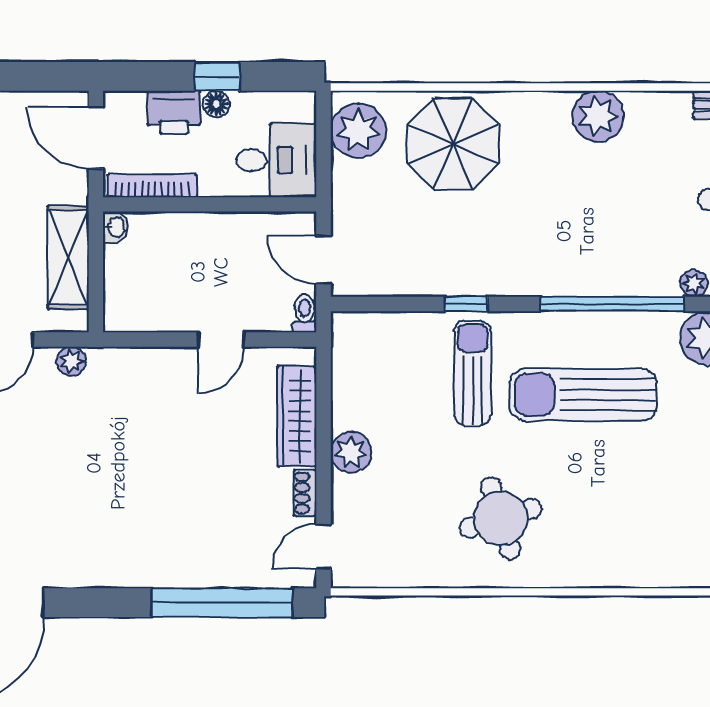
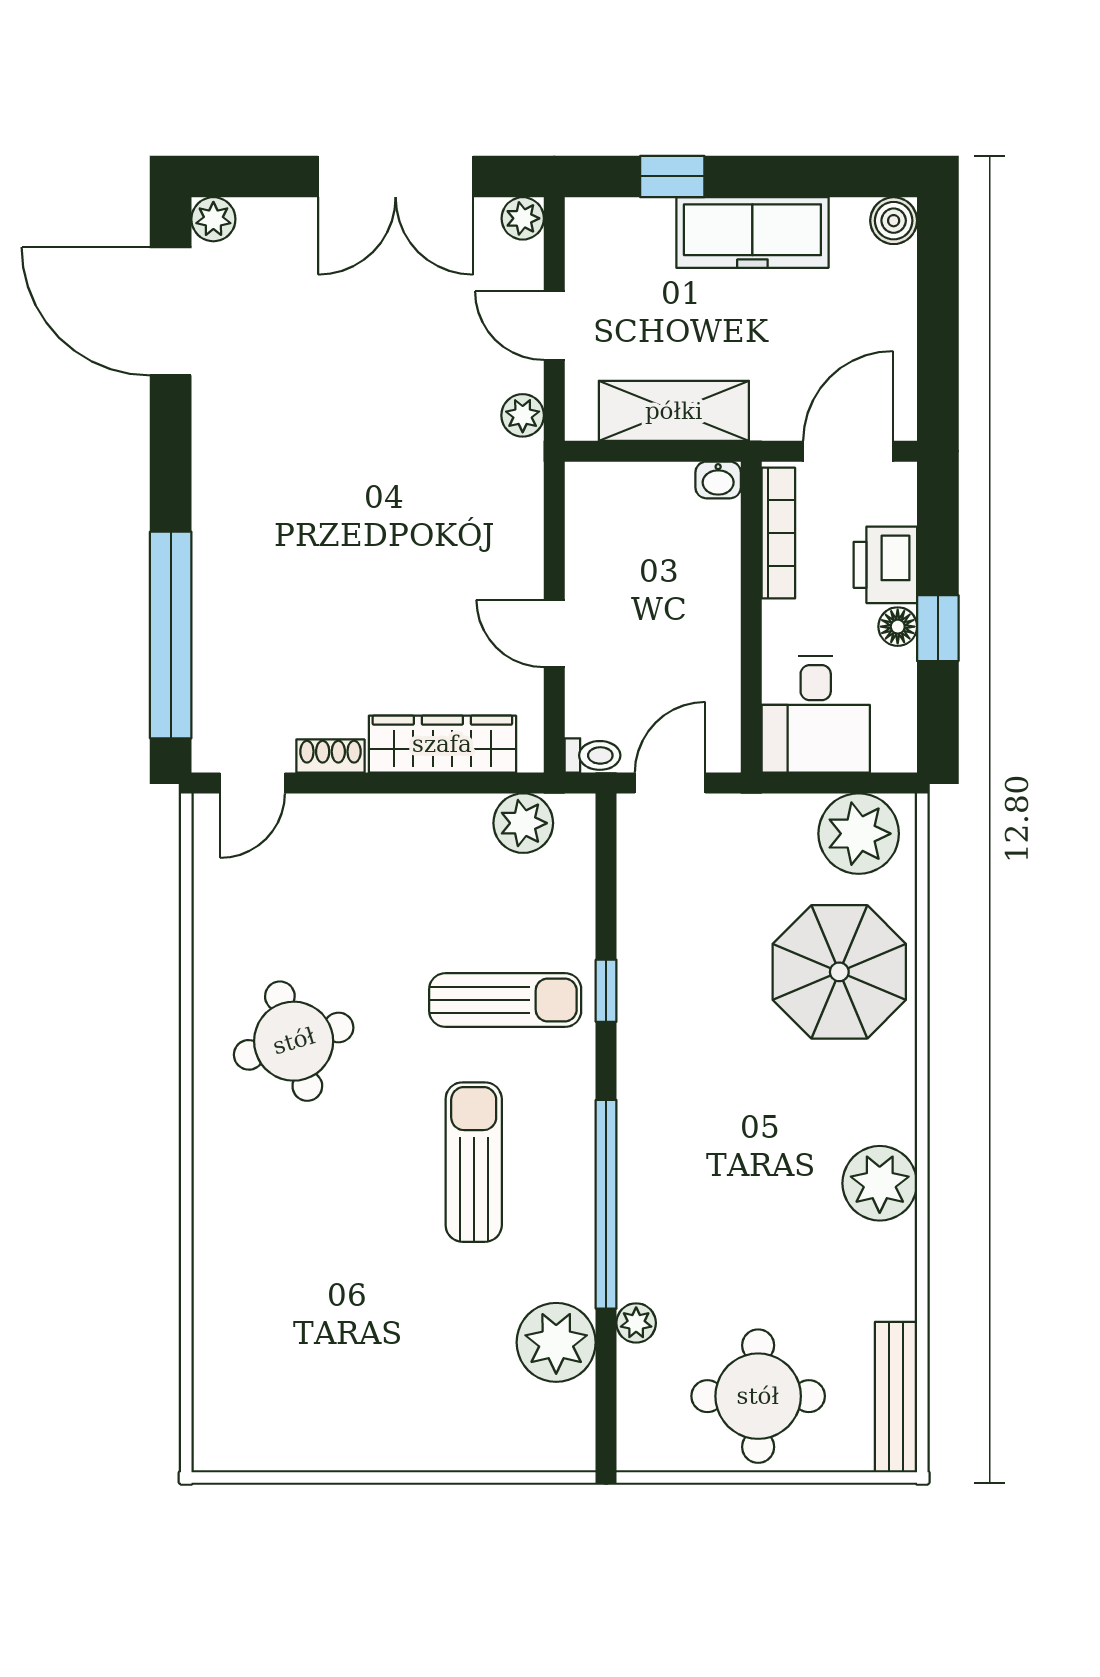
sun lounger: (584, 395) -> (474, 1162), width x0.73, depth x0.75
plant: (351, 452) -> (523, 823), moved
door: (323, 546) -> (252, 783), swing flipped

